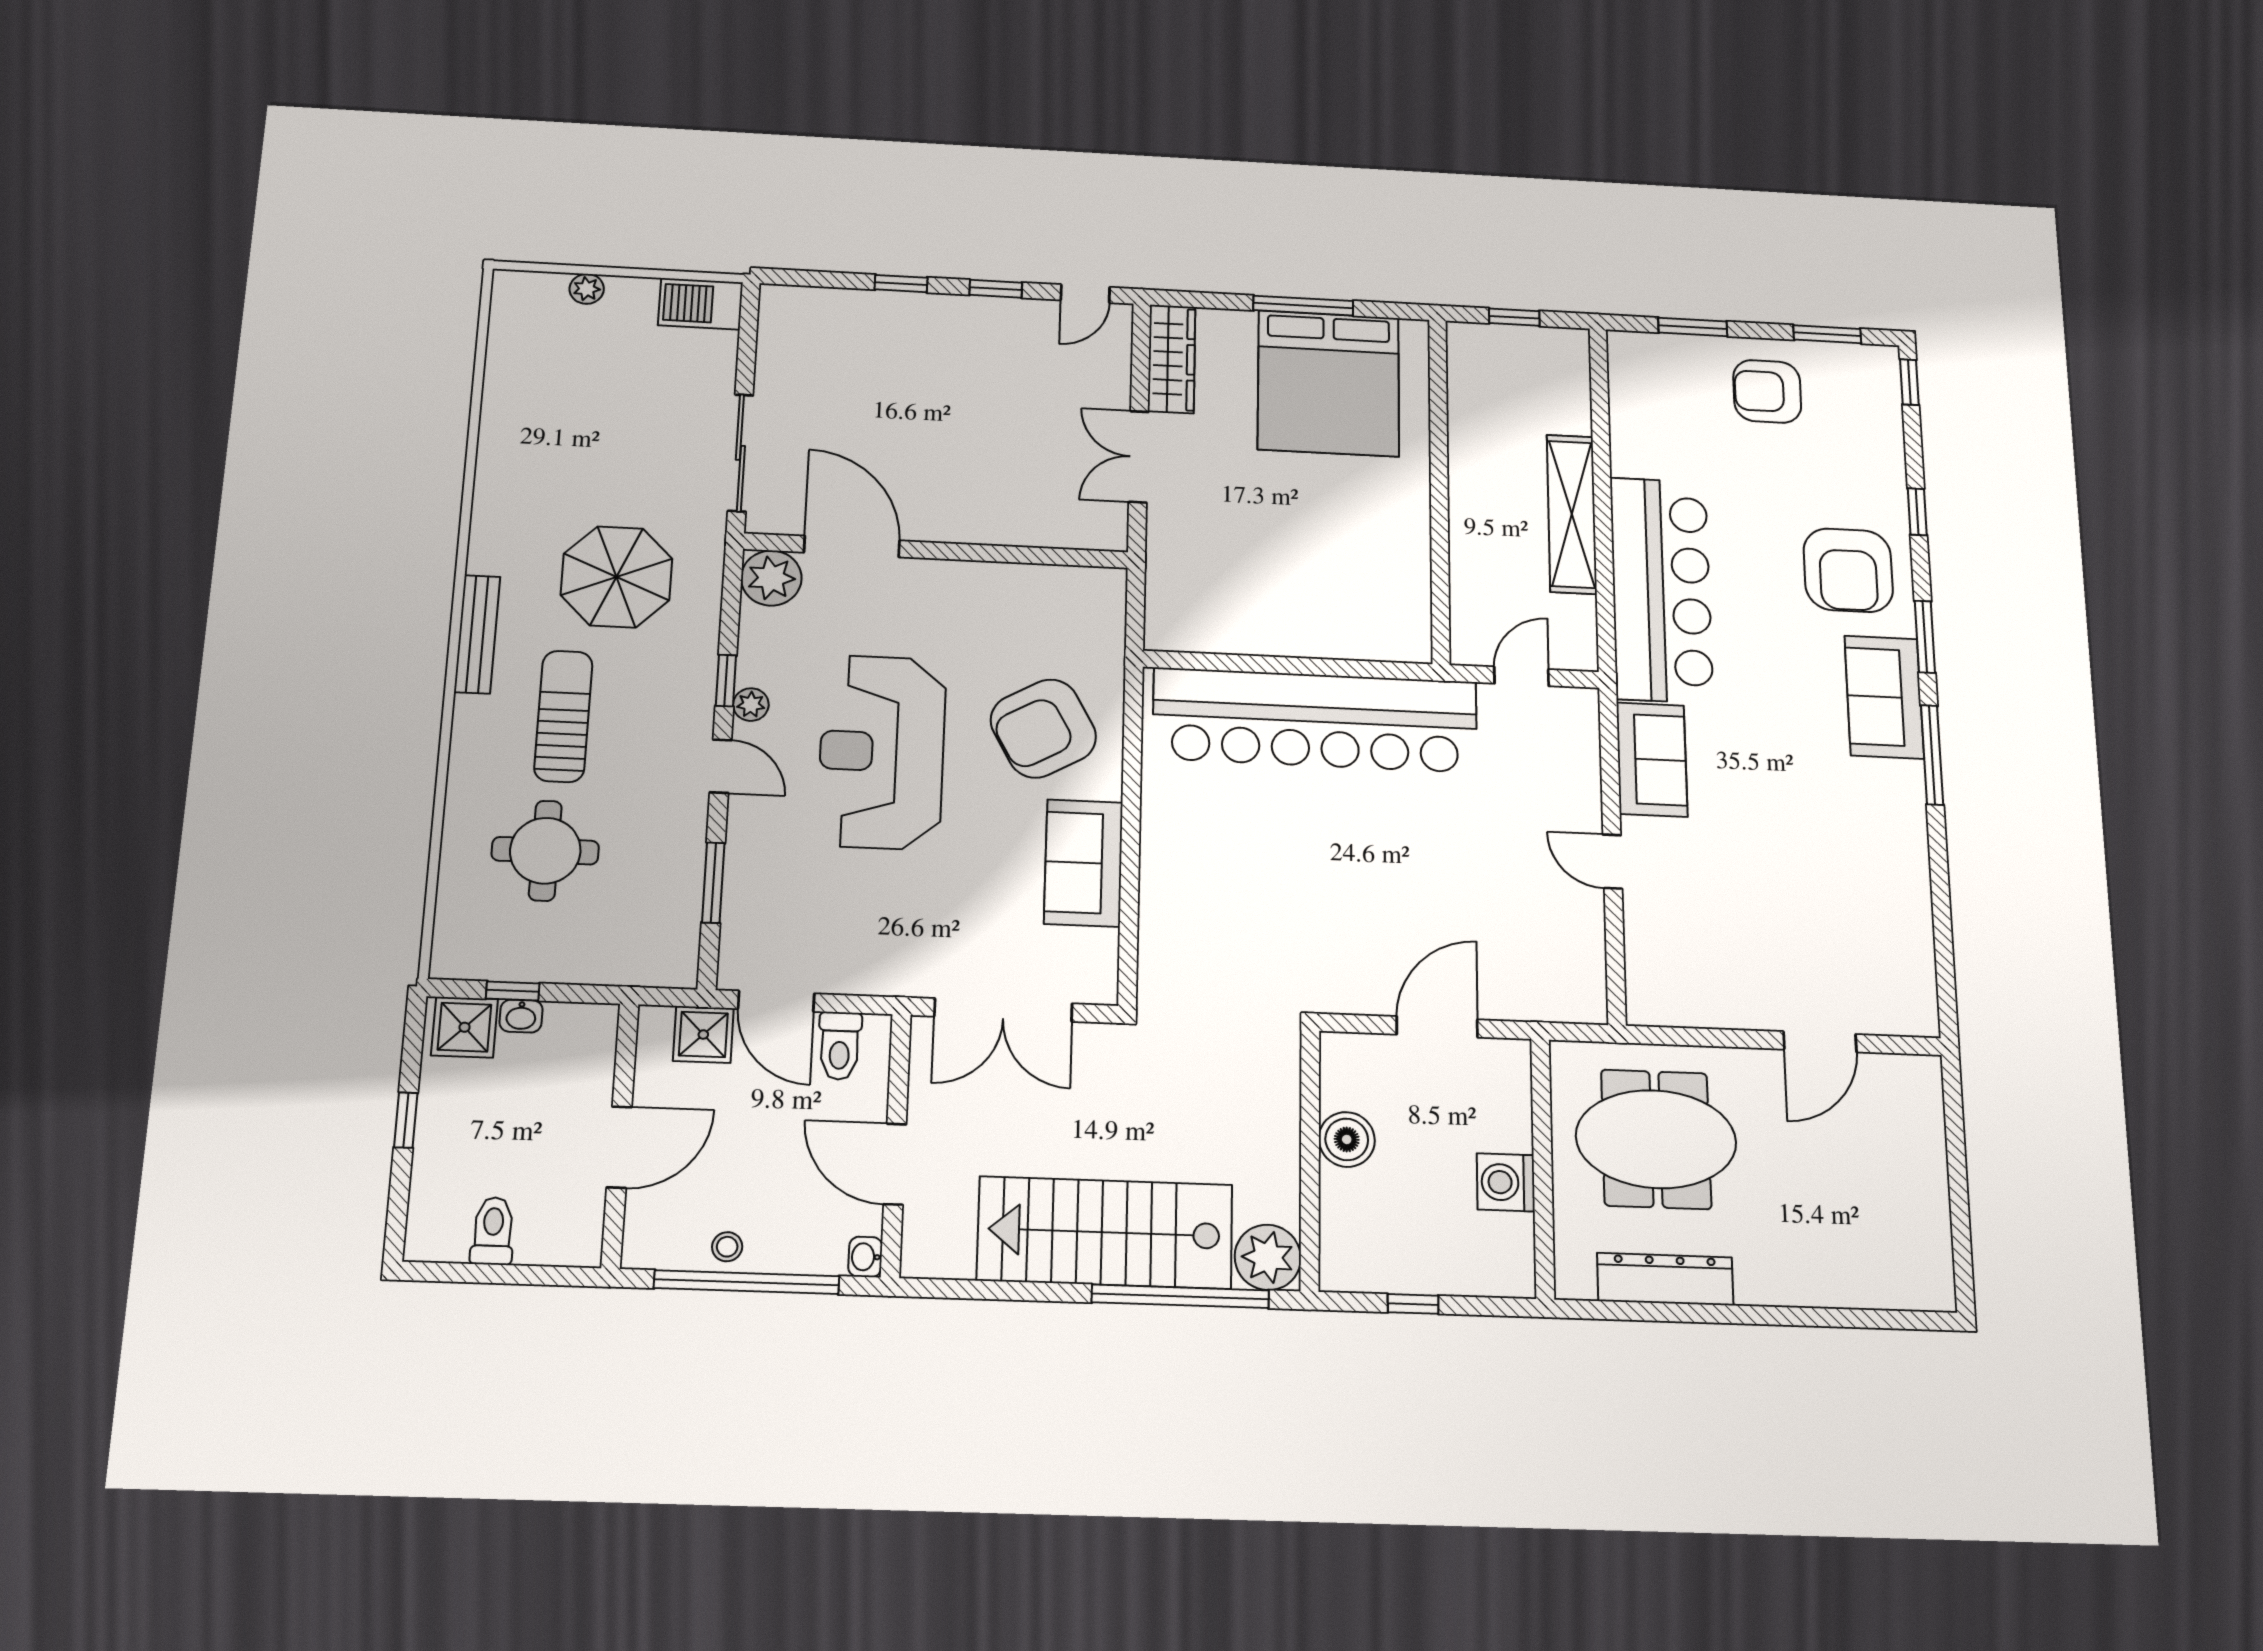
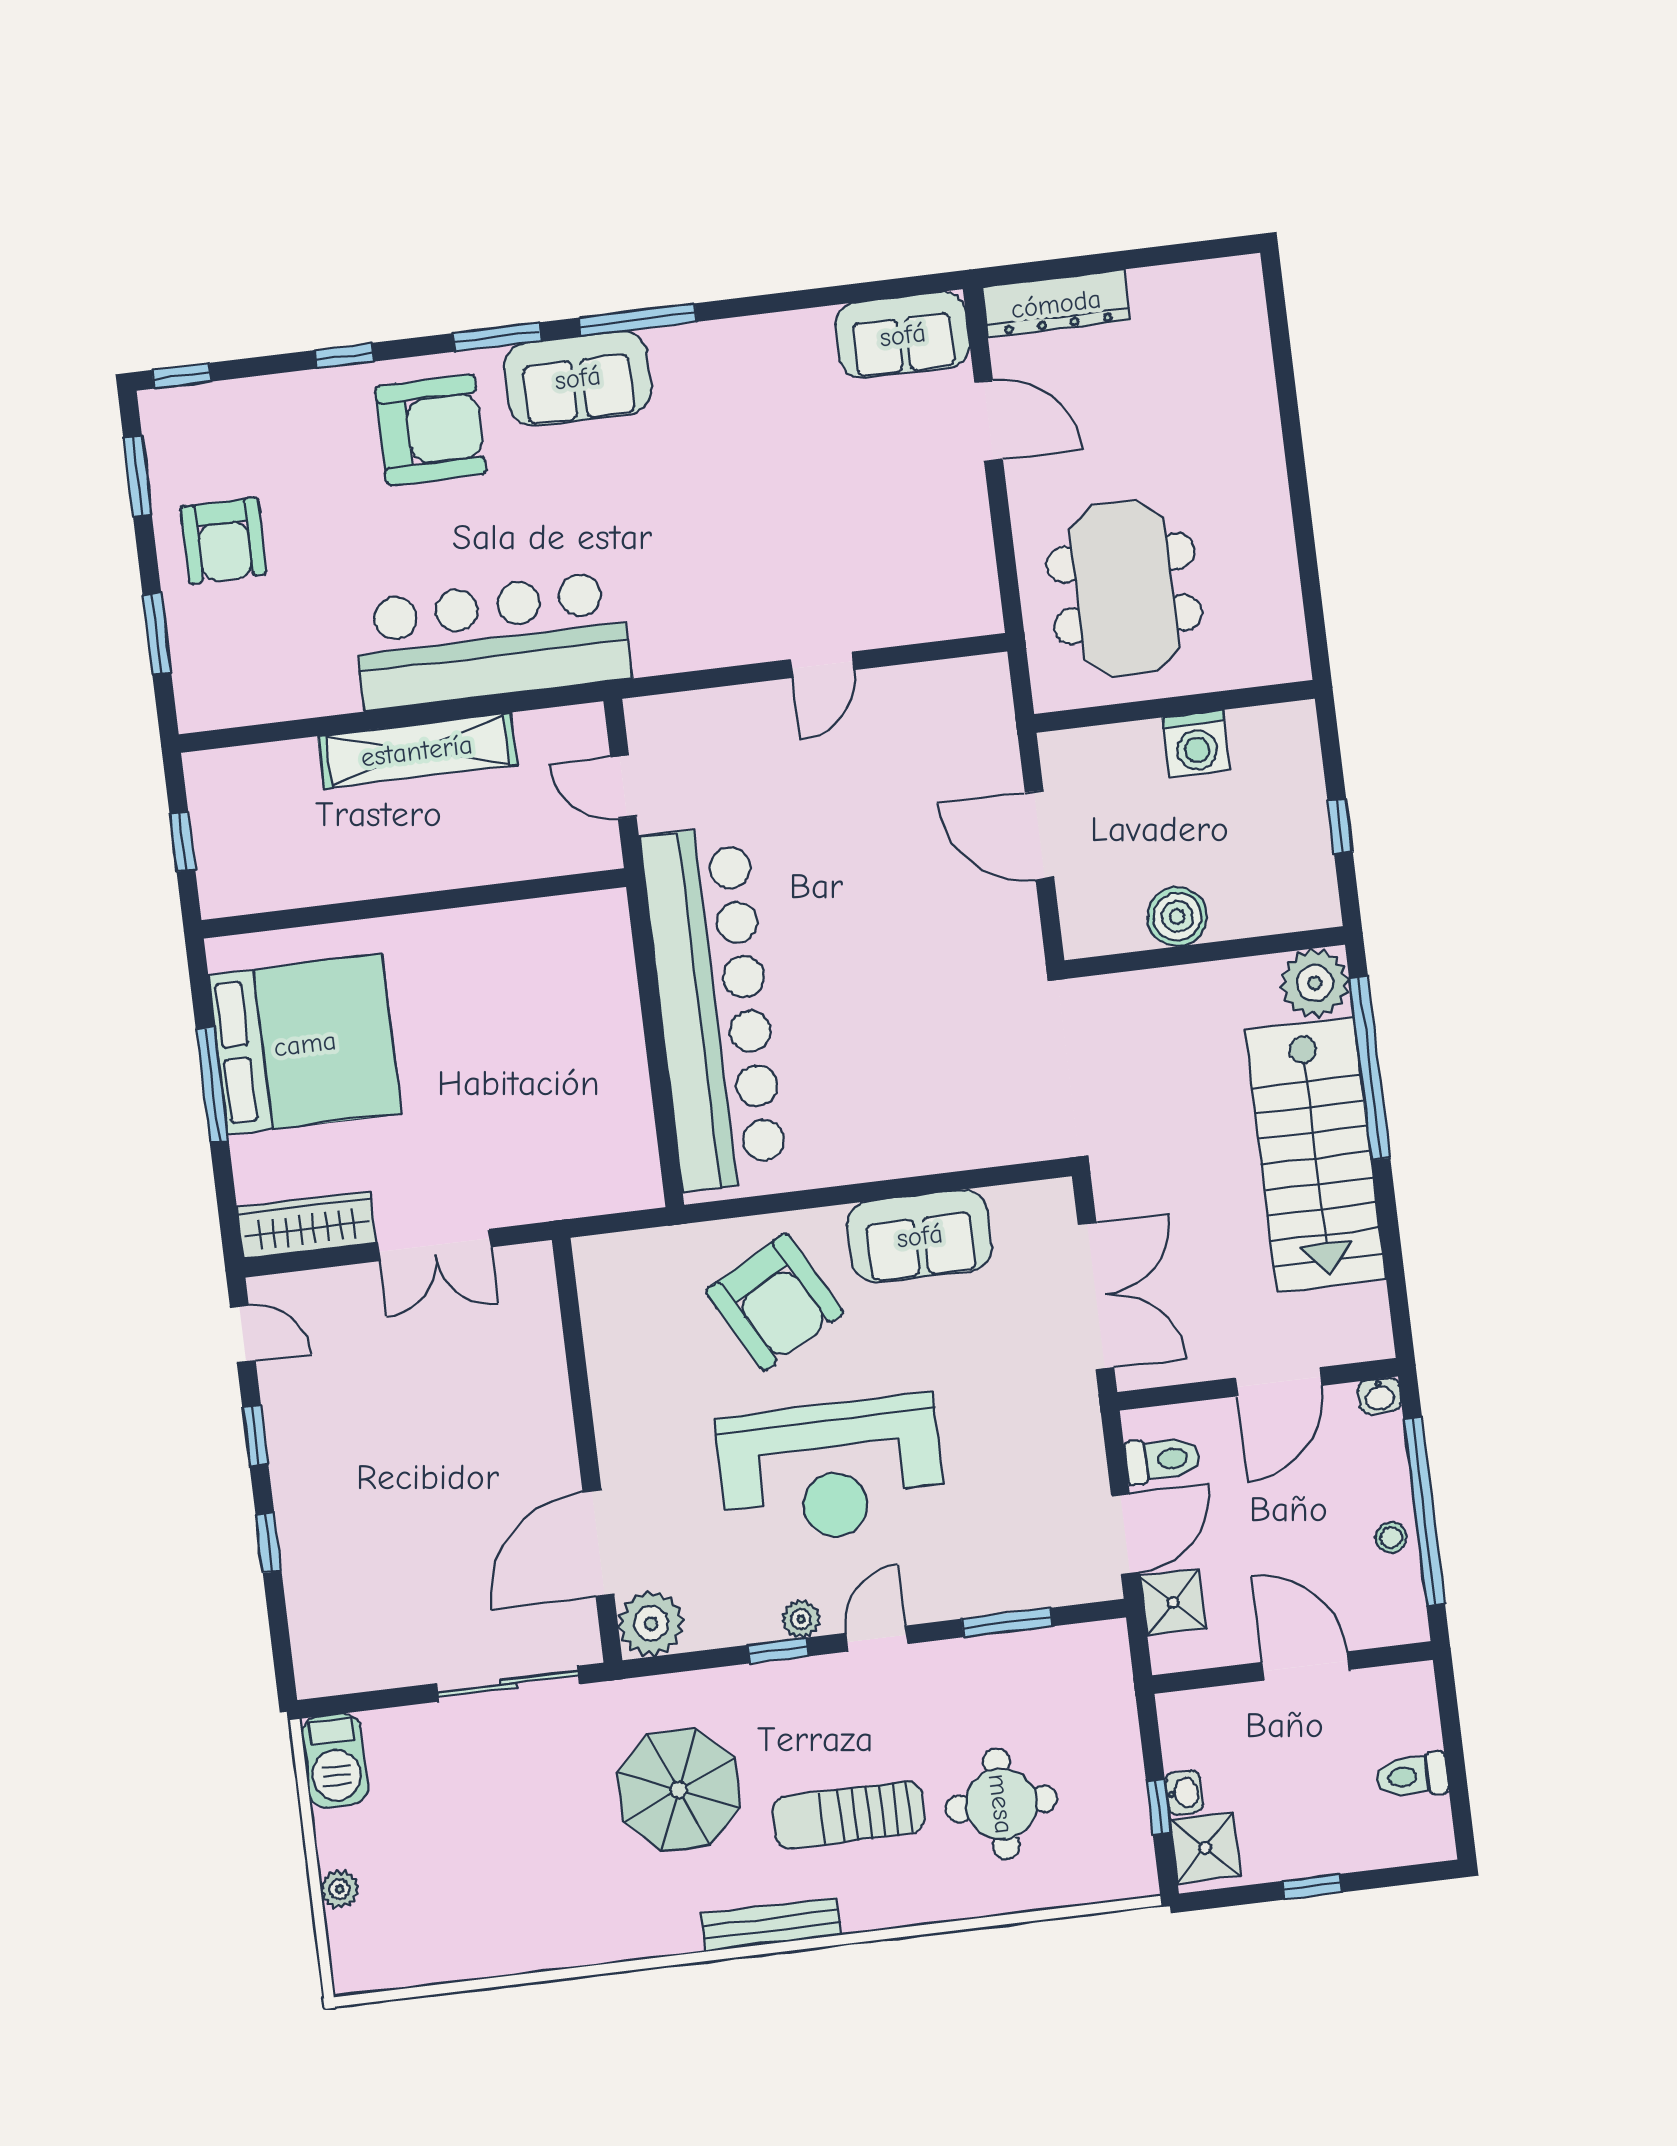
sofa: (1652, 759) -> (903, 335), moved, turned 180
dresser: (1665, 1279) -> (1056, 304), moved, turned -90

